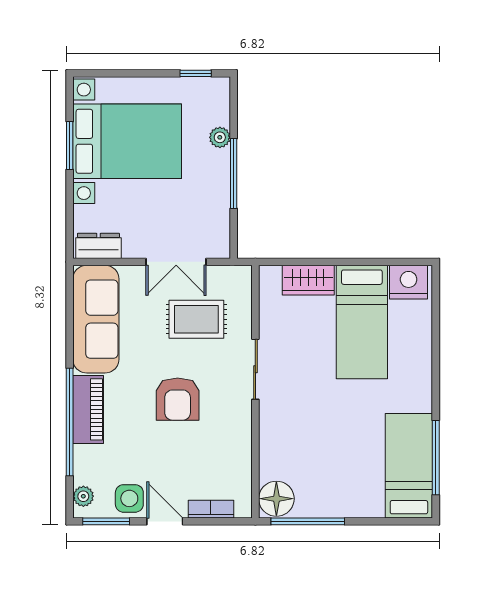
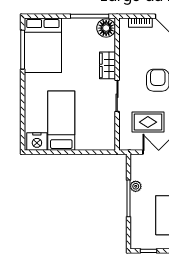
plant: (220, 137) -> (136, 186), moved
wardrobe: (308, 280) -> (108, 65), moved, turned -90
bed: (409, 466) -> (43, 45), width x1.50

